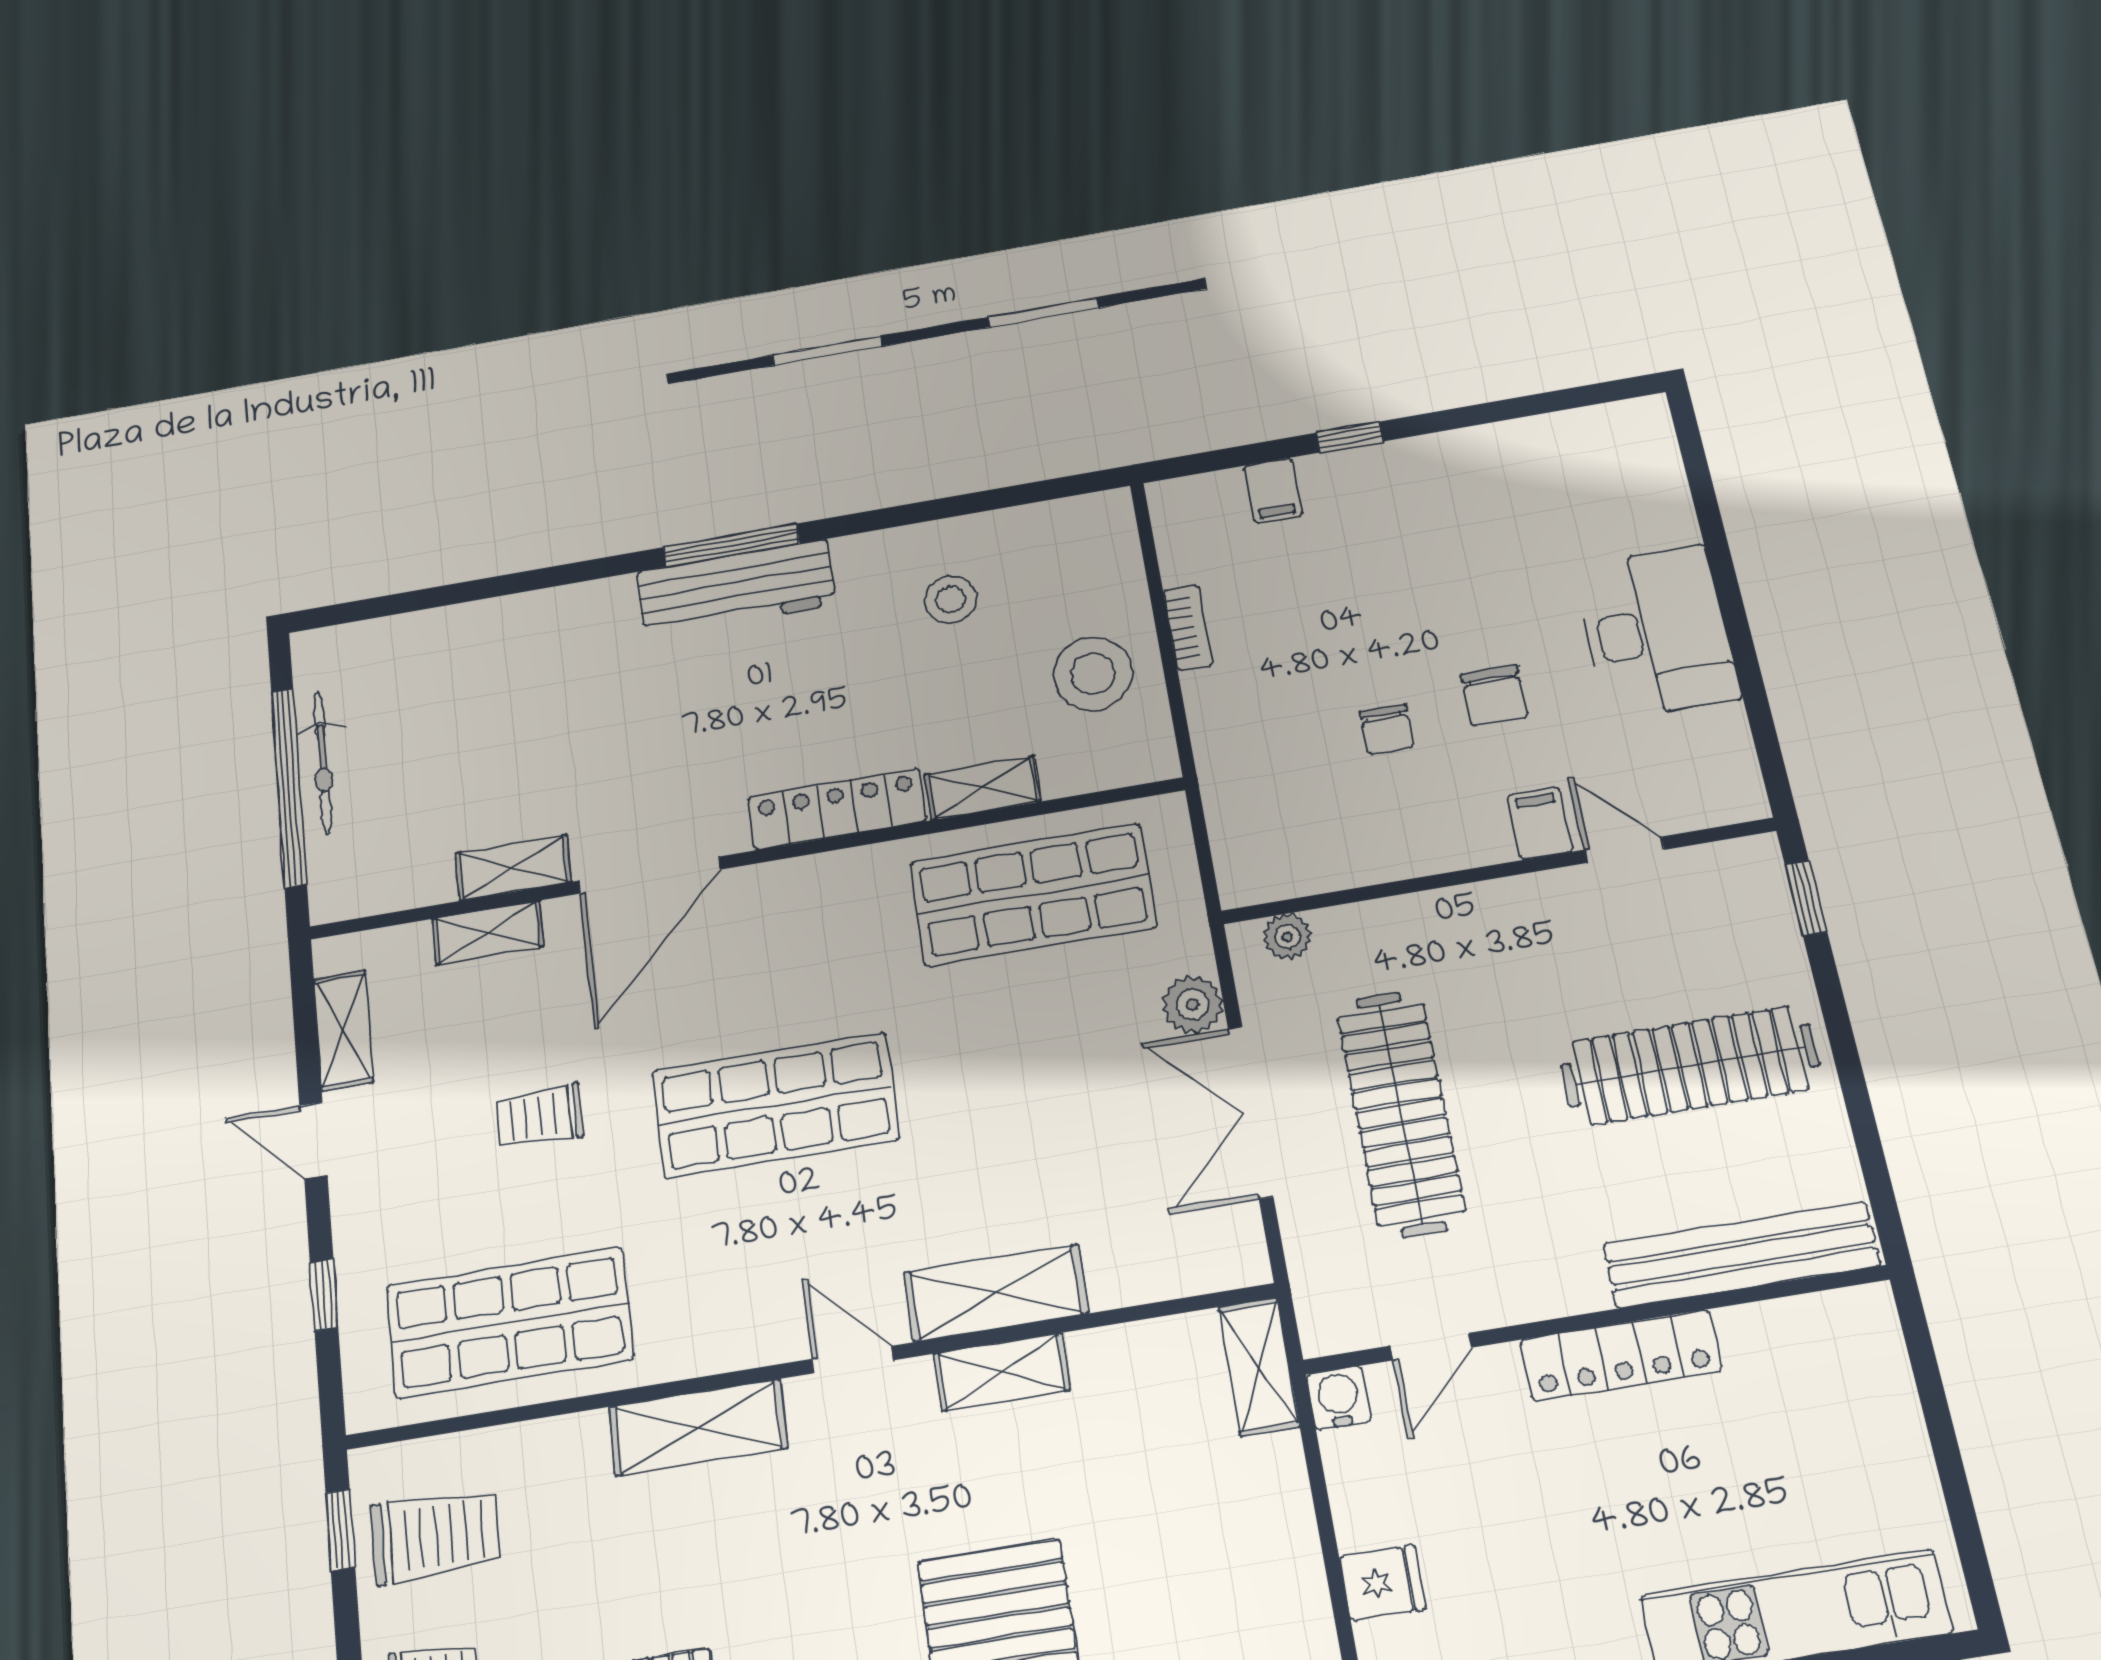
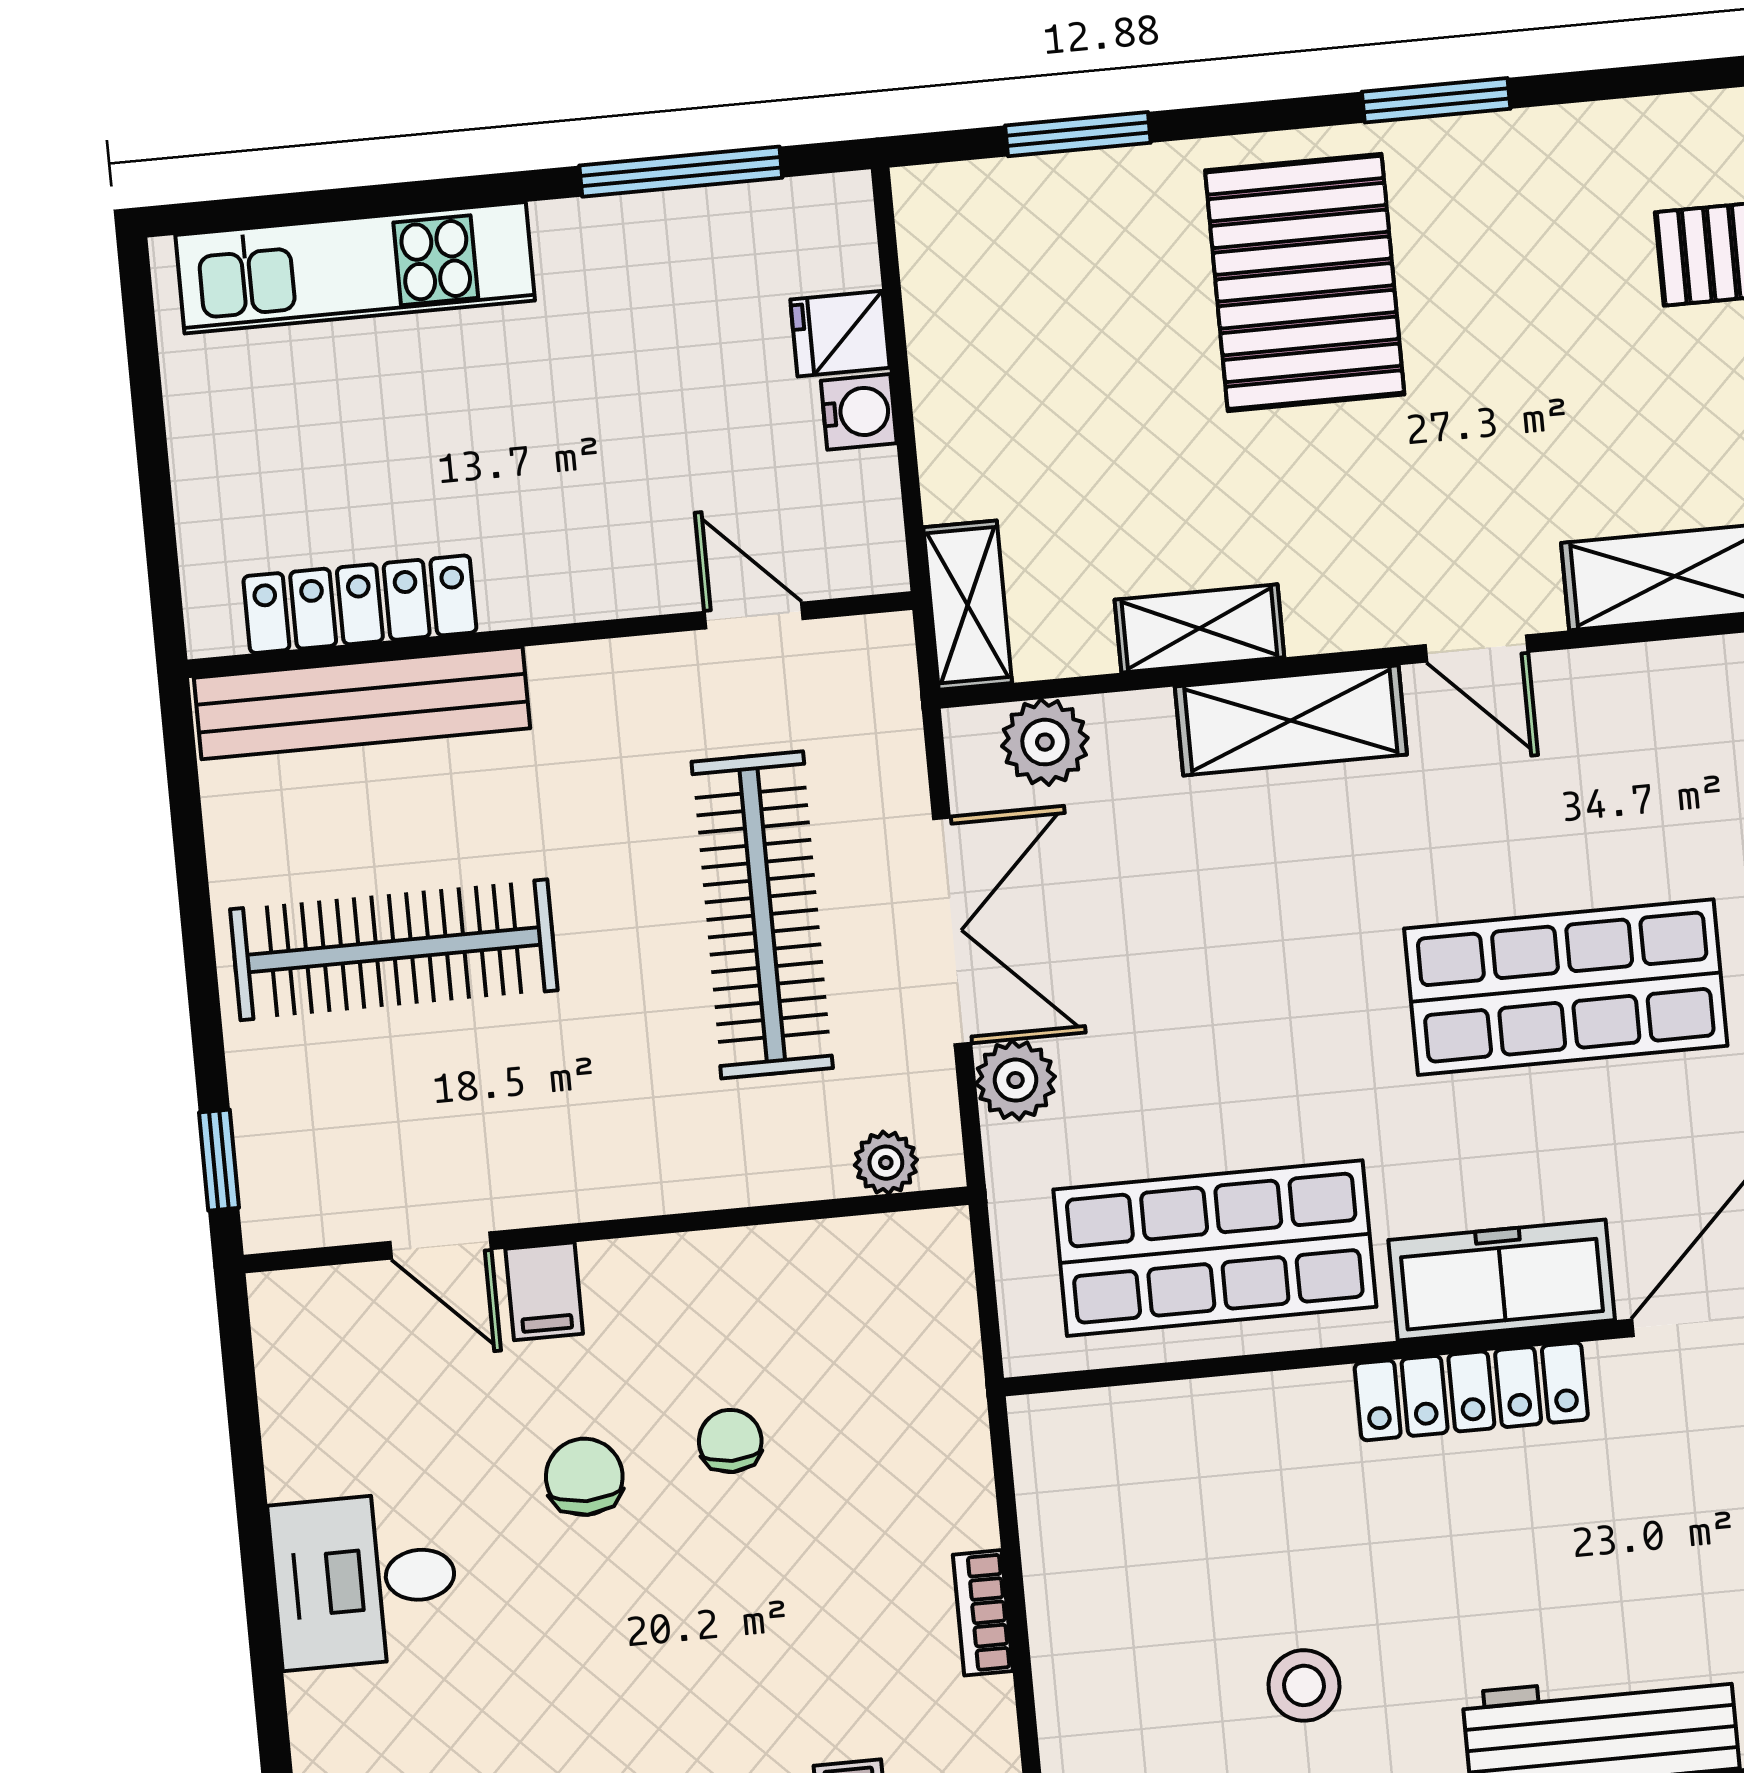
desk: (1656, 632) -> (365, 1580), width x0.73
stool: (1093, 674) -> (1116, 1557), removed
shelving: (983, 788) -> (1274, 1405), removed
freezer: (817, 889) -> (1502, 1280), added
plant: (1189, 1263) -> (1045, 742), added
door: (1431, 1347) -> (754, 615), hinge flipped
locker: (1621, 1355) -> (360, 604), moved
shelving: (1002, 1372) -> (1199, 628), moved
water cooler: (1339, 1398) -> (859, 412), moved, turned -90

